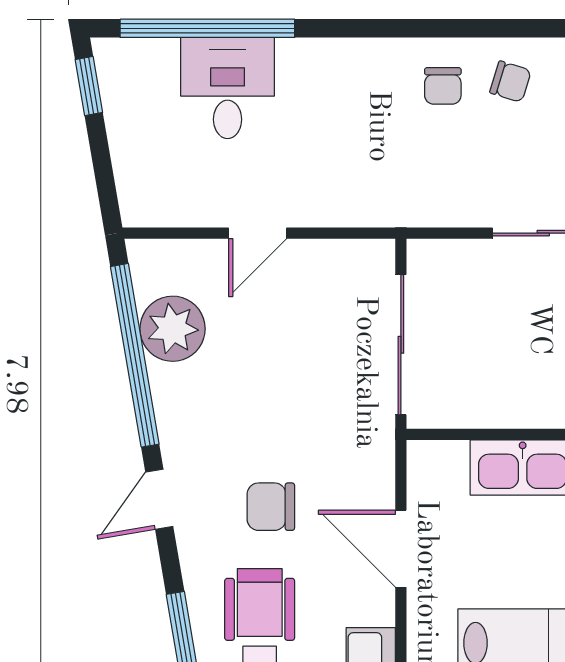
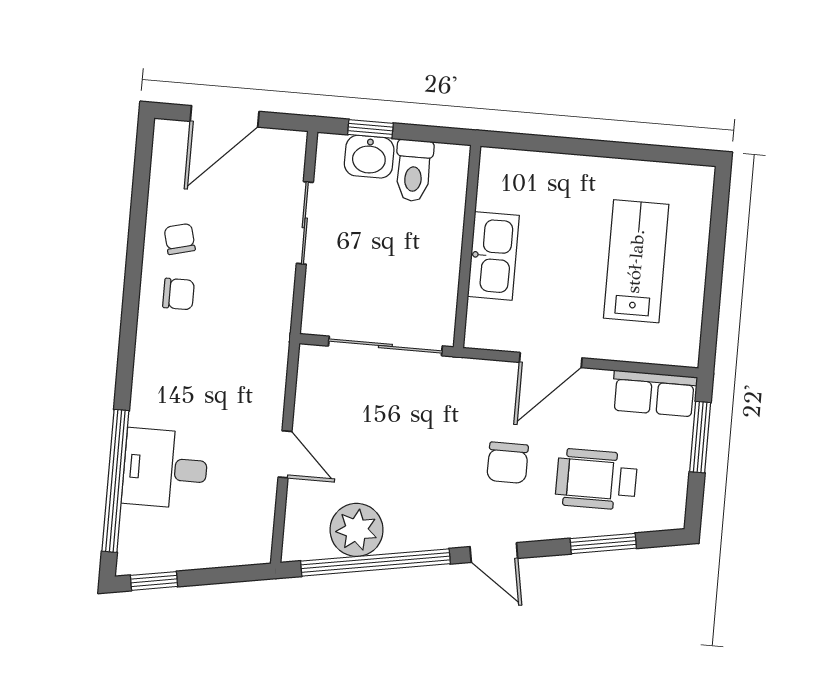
chair: (510, 82) -> (180, 239), turned -31

